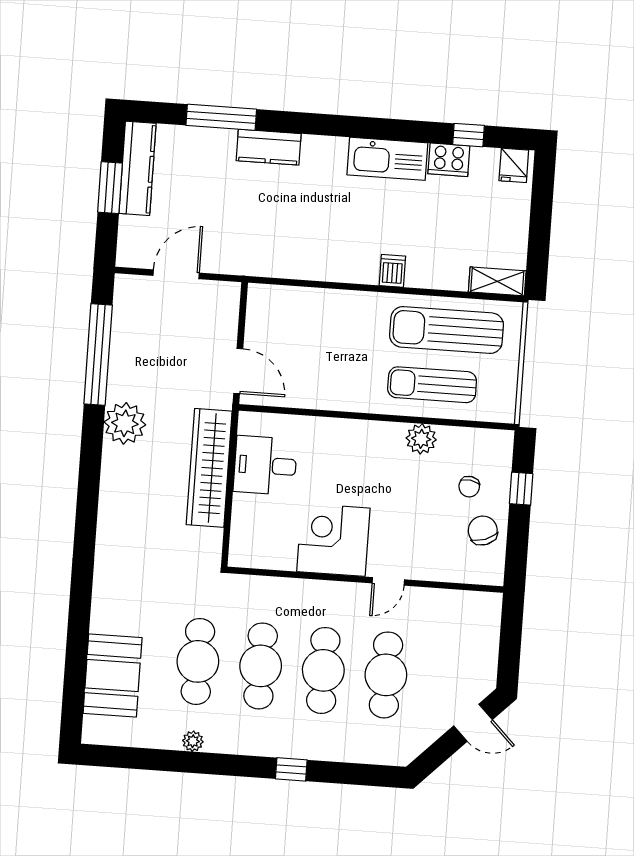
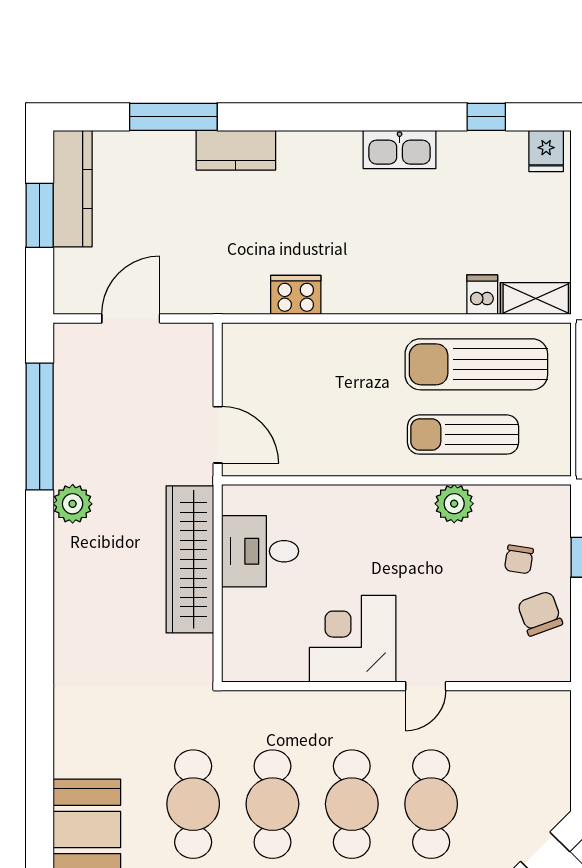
kitchen sink: (387, 159) -> (400, 149), width x0.73, depth x0.81
cooker: (449, 160) -> (296, 295), moved, turned 180
dishwasher: (392, 271) -> (482, 295), moved
plant: (125, 423) -> (73, 504), width x0.73, depth x0.73

